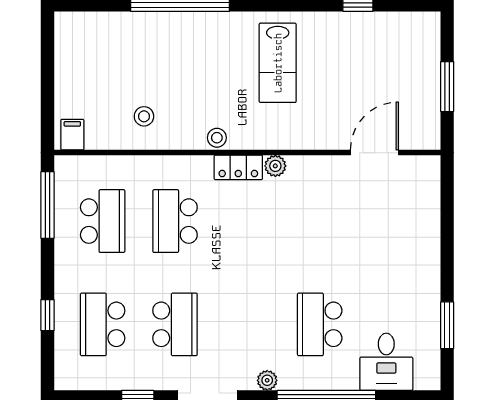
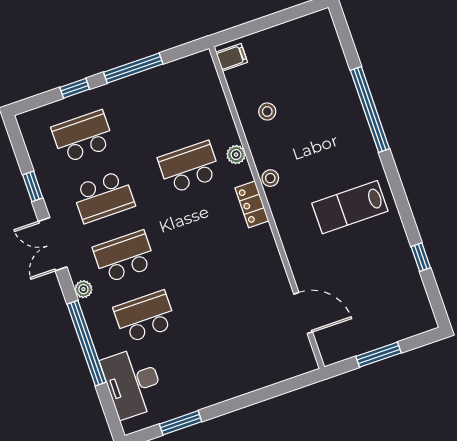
plant: (275, 166) -> (236, 155), moved
window: (47, 205) -> (133, 68), moved
school desk: (103, 221) -> (124, 257), moved, turned 180
desk: (386, 362) -> (133, 383), width x1.37

